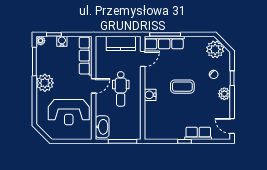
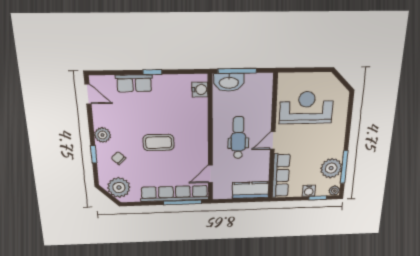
kitchen counter: (121, 43) -> (251, 190), moved
row of seats: (164, 43) -> (174, 193), width x1.36
plant: (45, 83) -> (331, 168), moved
water cooler: (150, 95) -> (200, 90), moved
washbasin: (102, 127) -> (229, 82), moved, turned -90

